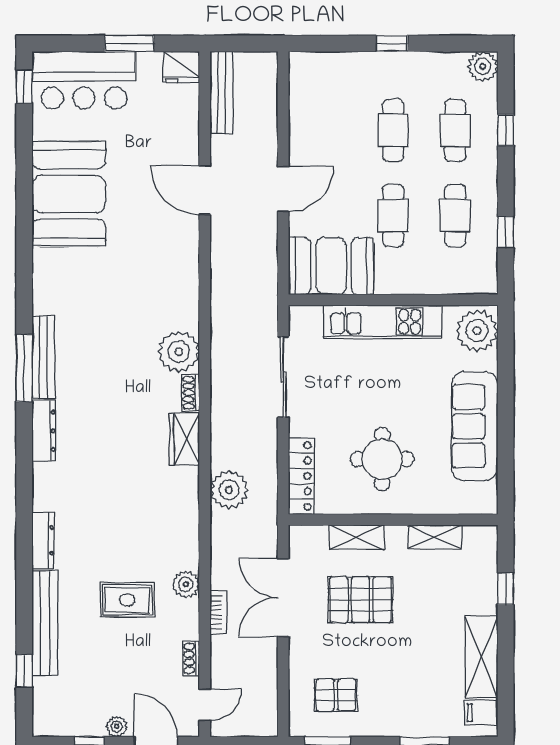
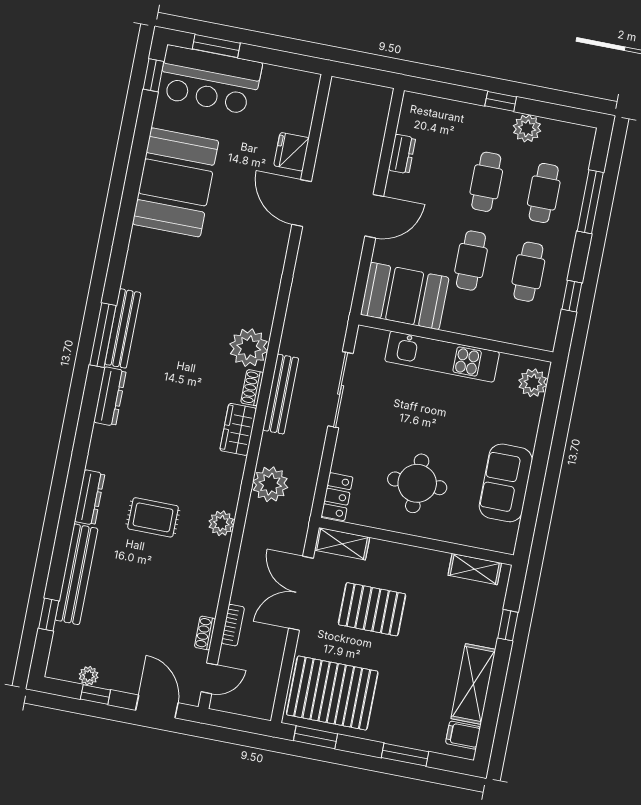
window: (129, 43) -> (216, 46), moved
plant: (483, 66) -> (527, 128), moved
fridge: (181, 67) -> (292, 152), moved, turned 90
bench: (222, 93) -> (281, 394), moved
dresser: (300, 118) -> (402, 154), added
window: (506, 130) -> (590, 202), width x2.17
plant: (477, 331) -> (533, 383), width x0.73, depth x0.73
sofa: (475, 426) -> (506, 483), width x0.73
locker: (301, 476) -> (337, 497), width x0.66
shelving: (357, 537) -> (342, 544), moved
shelving: (435, 537) -> (475, 569), moved
plant: (186, 584) -> (221, 523), moved
rug: (127, 600) -> (153, 517), moved
bookcase: (219, 613) -> (233, 625), moved
pallet: (336, 695) -> (332, 693), width x2.05, depth x2.00
plant: (117, 727) -> (89, 676), moved

